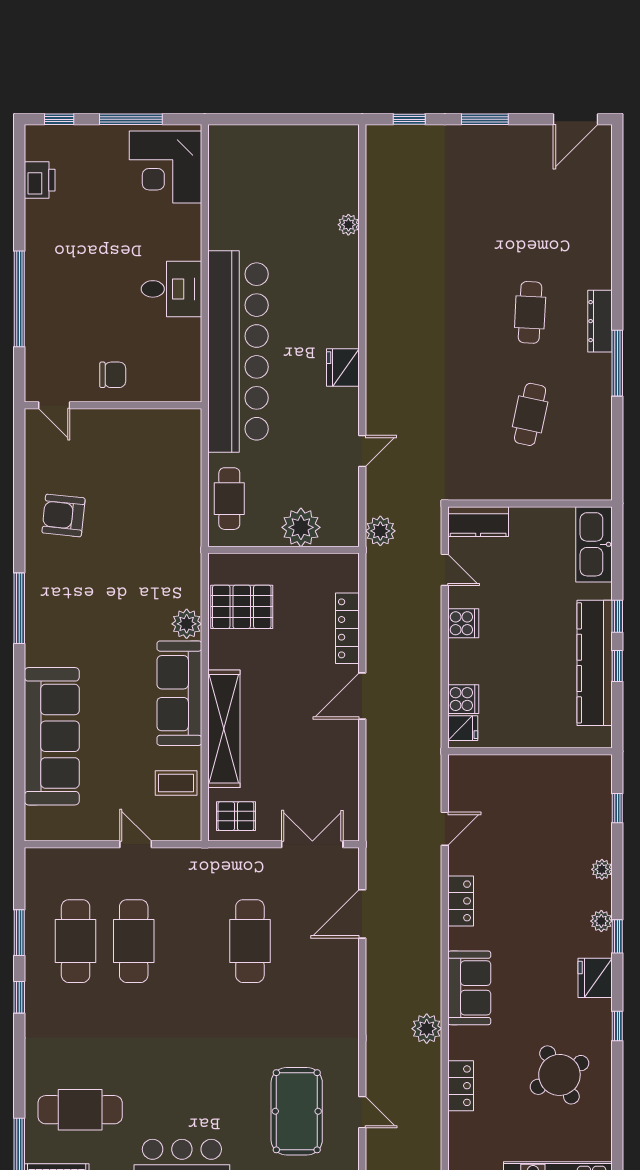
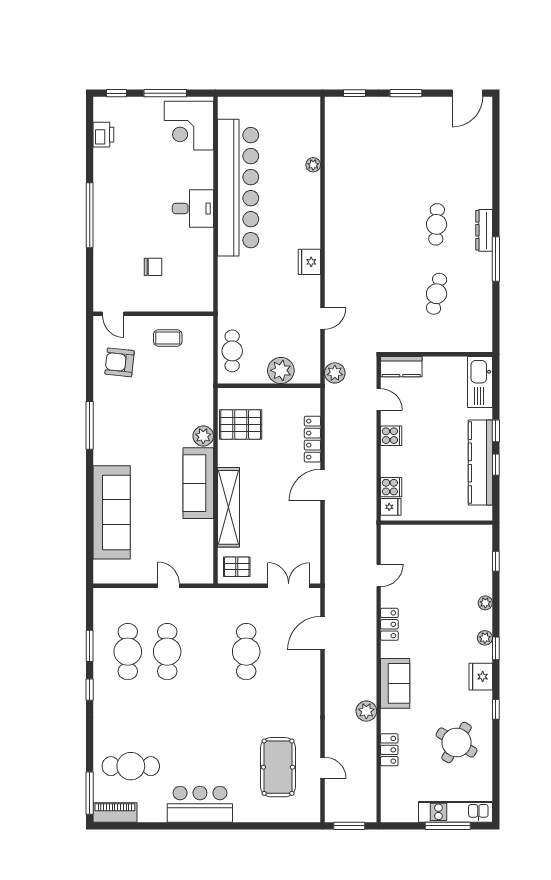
bar counter: (238, 351) -> (238, 188), moved
door: (54, 405) -> (113, 314), moved
wall: (113, 405) -> (153, 314), moved
coffee table: (176, 783) -> (168, 338), moved
round table: (559, 1075) -> (457, 743), turned -30

